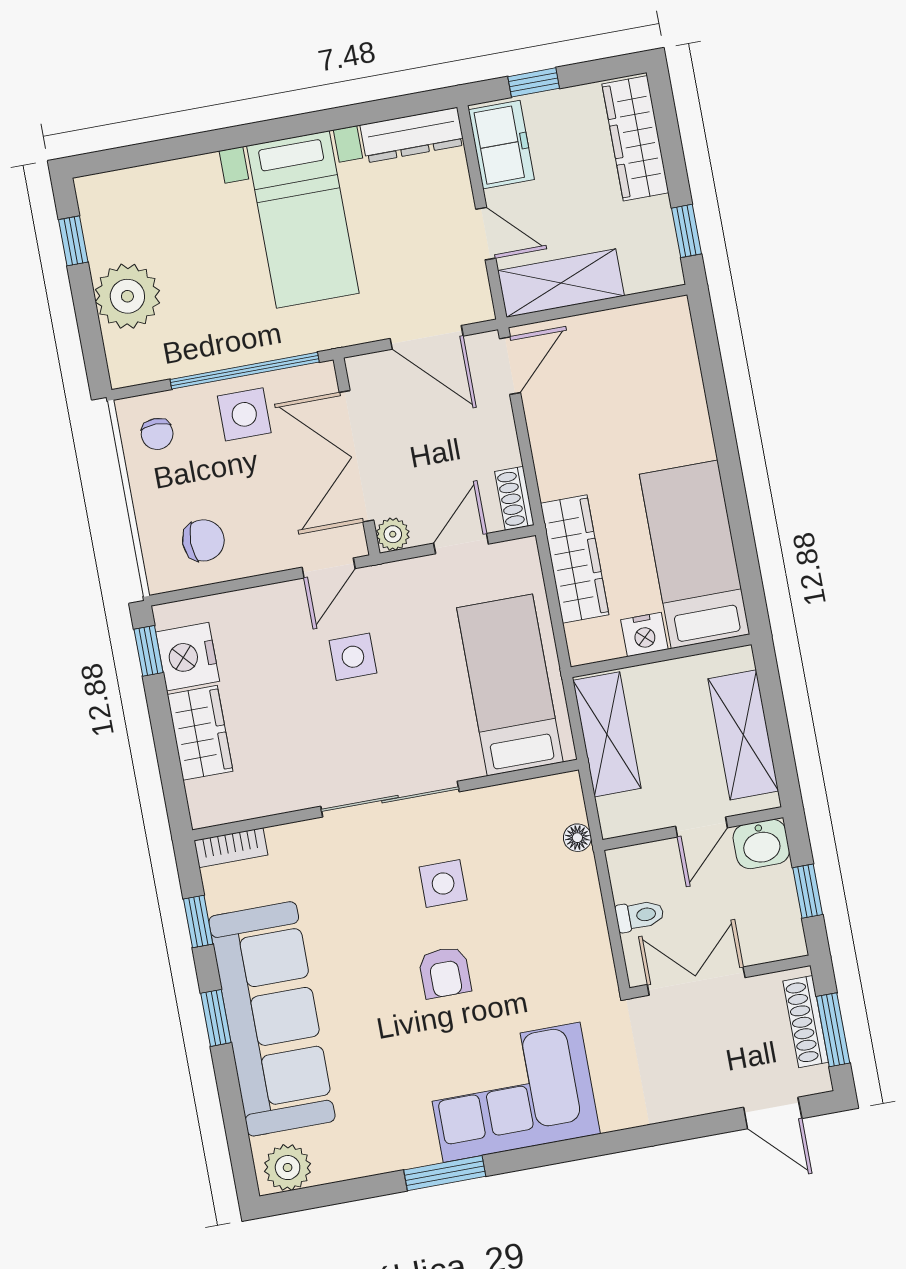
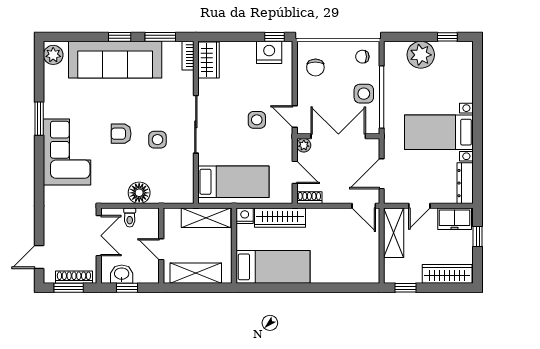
nightstand: (644, 634) -> (245, 216), moved, turned 90
wardrobe: (200, 733) -> (209, 60), moved, turned -90
floor lamp: (577, 838) -> (139, 193), moved, width x1.89, depth x1.89
washbasin: (761, 844) -> (122, 274), moved, turned 90
window: (198, 922) -> (160, 37), width x1.50

